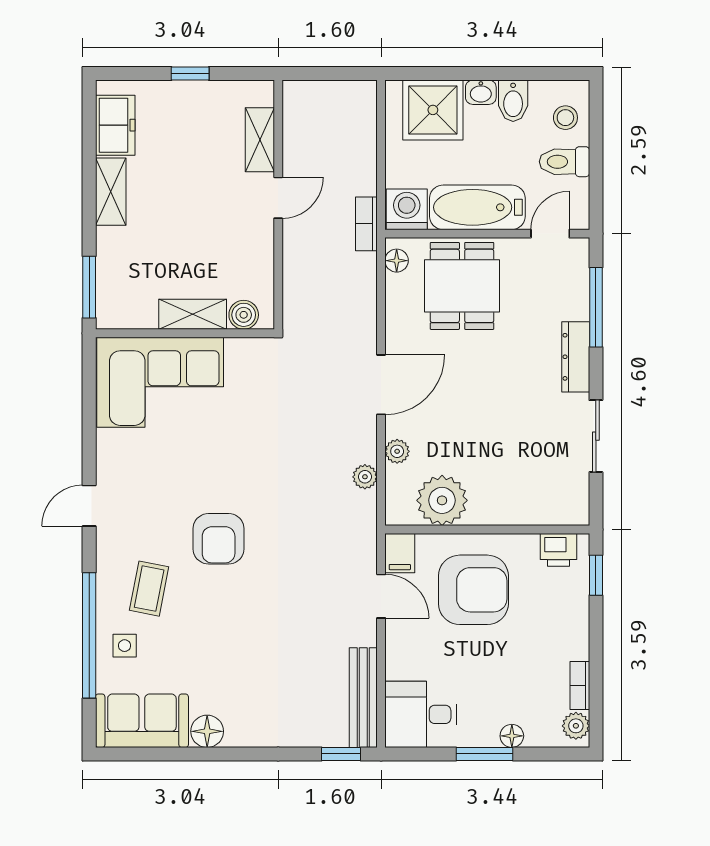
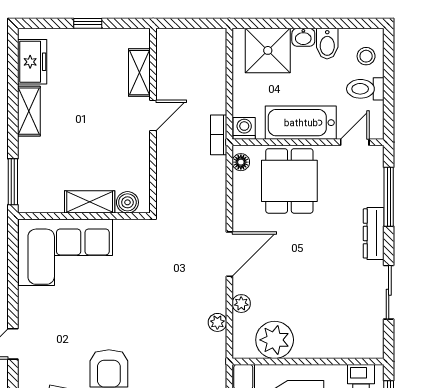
washing machine: (407, 209) -> (244, 128), width x0.73, depth x0.73

